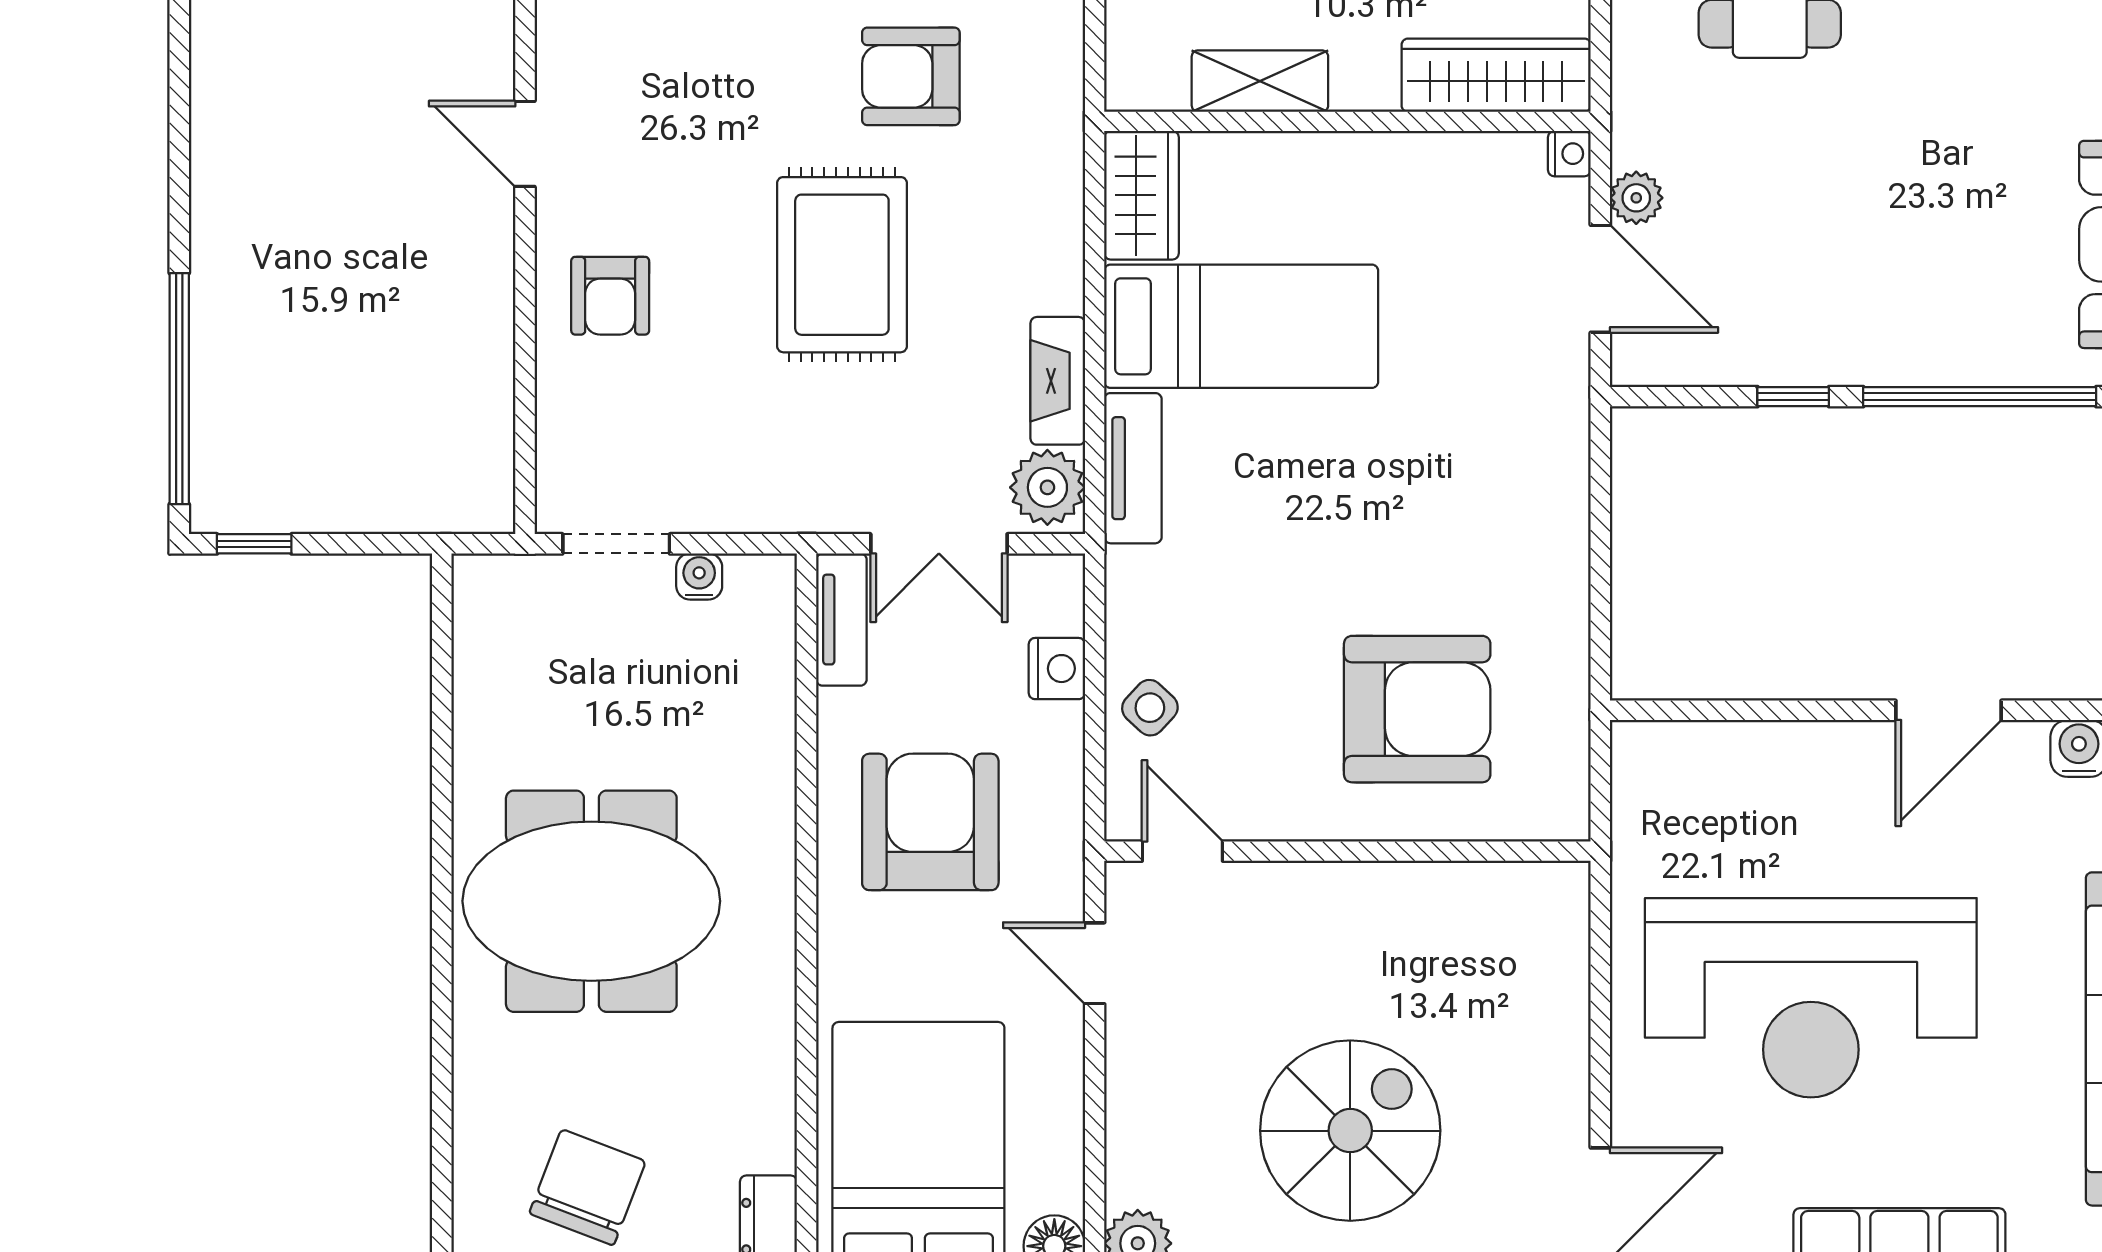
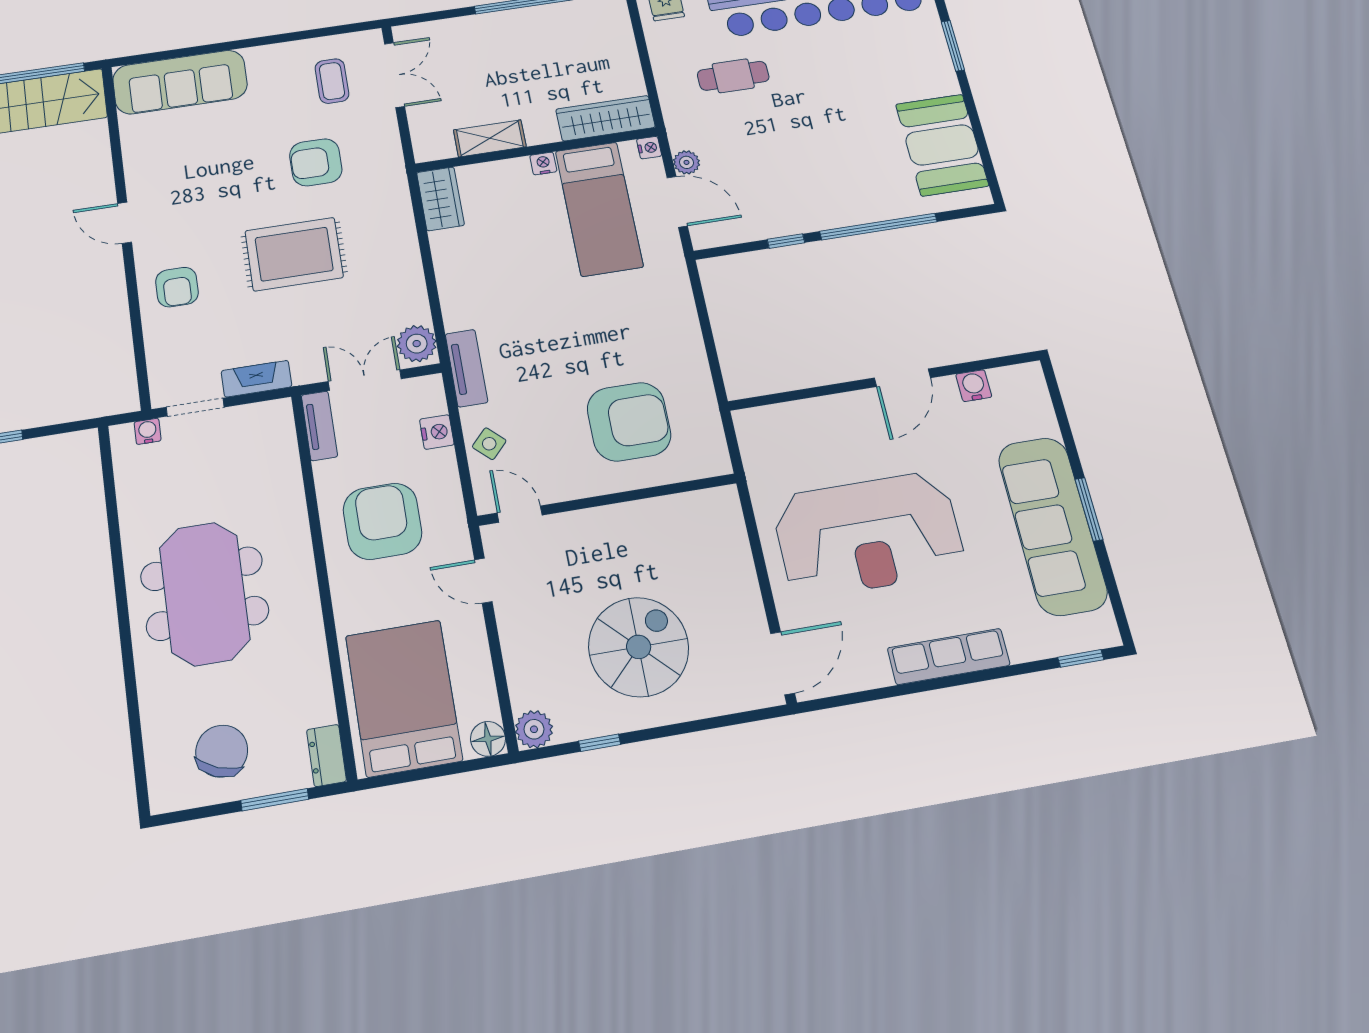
nightstand: (1355, 153) -> (543, 163), added
rug: (842, 265) -> (294, 254), turned 90
bed: (1241, 326) -> (599, 209), moved, turned 90
fireplace: (1058, 381) -> (256, 379), moved, turned 90
tv unit: (1133, 468) -> (466, 368), moved
double door: (939, 544) -> (365, 380), swing flipped
water cooler: (699, 576) -> (148, 431), moved
meeting table: (591, 901) -> (205, 593), turned 90

